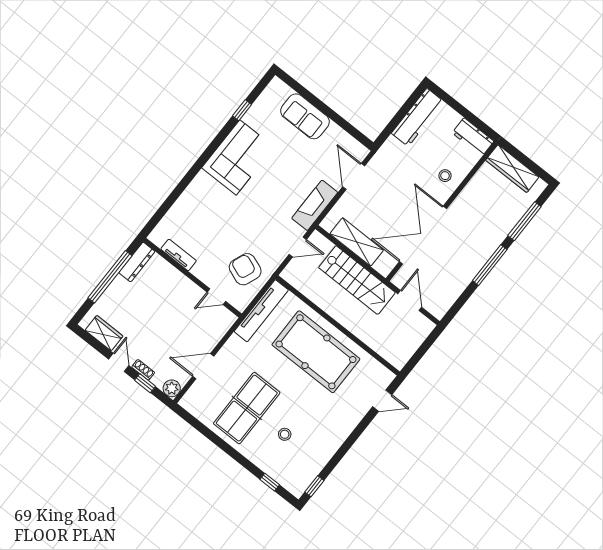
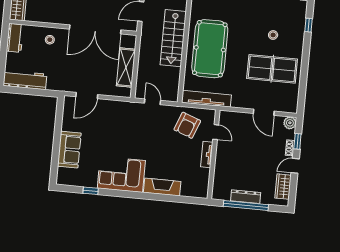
fireplace: (315, 205) -> (162, 187), moved, turned 180
tv unit: (179, 255) -> (207, 154), moved
dresser: (137, 262) -> (246, 197), moved
stairs: (357, 280) -> (173, 38), moved, turned 180

